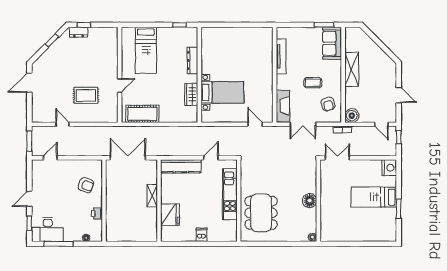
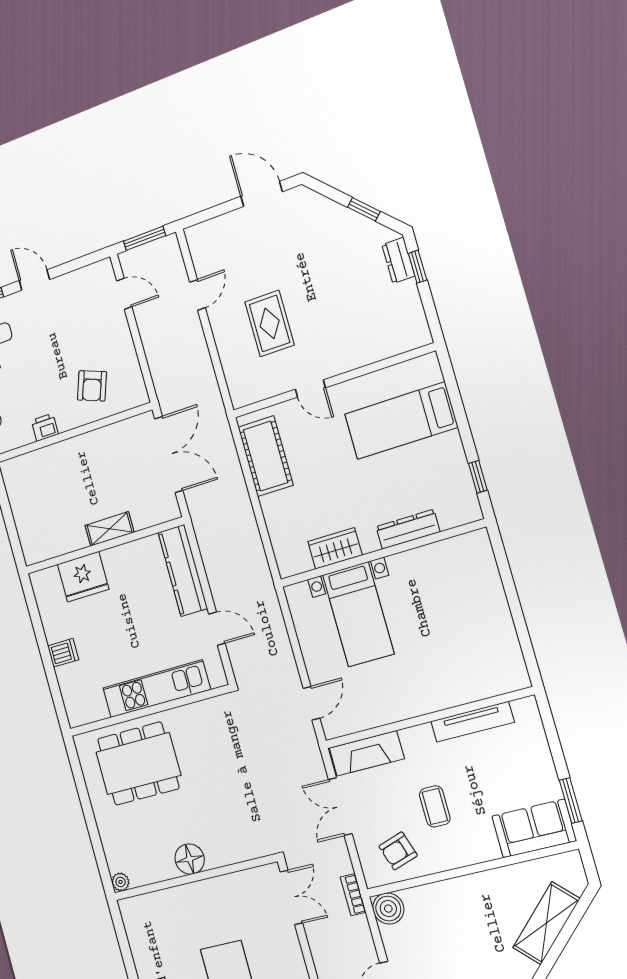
shelving: (352, 69) -> (546, 923), moved, turned -45

